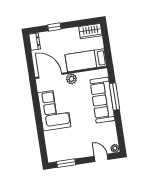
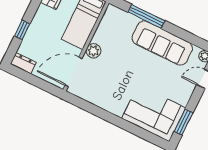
sofa: (102, 100) -> (162, 43), moved
corner sofa: (54, 110) -> (154, 113), moved

